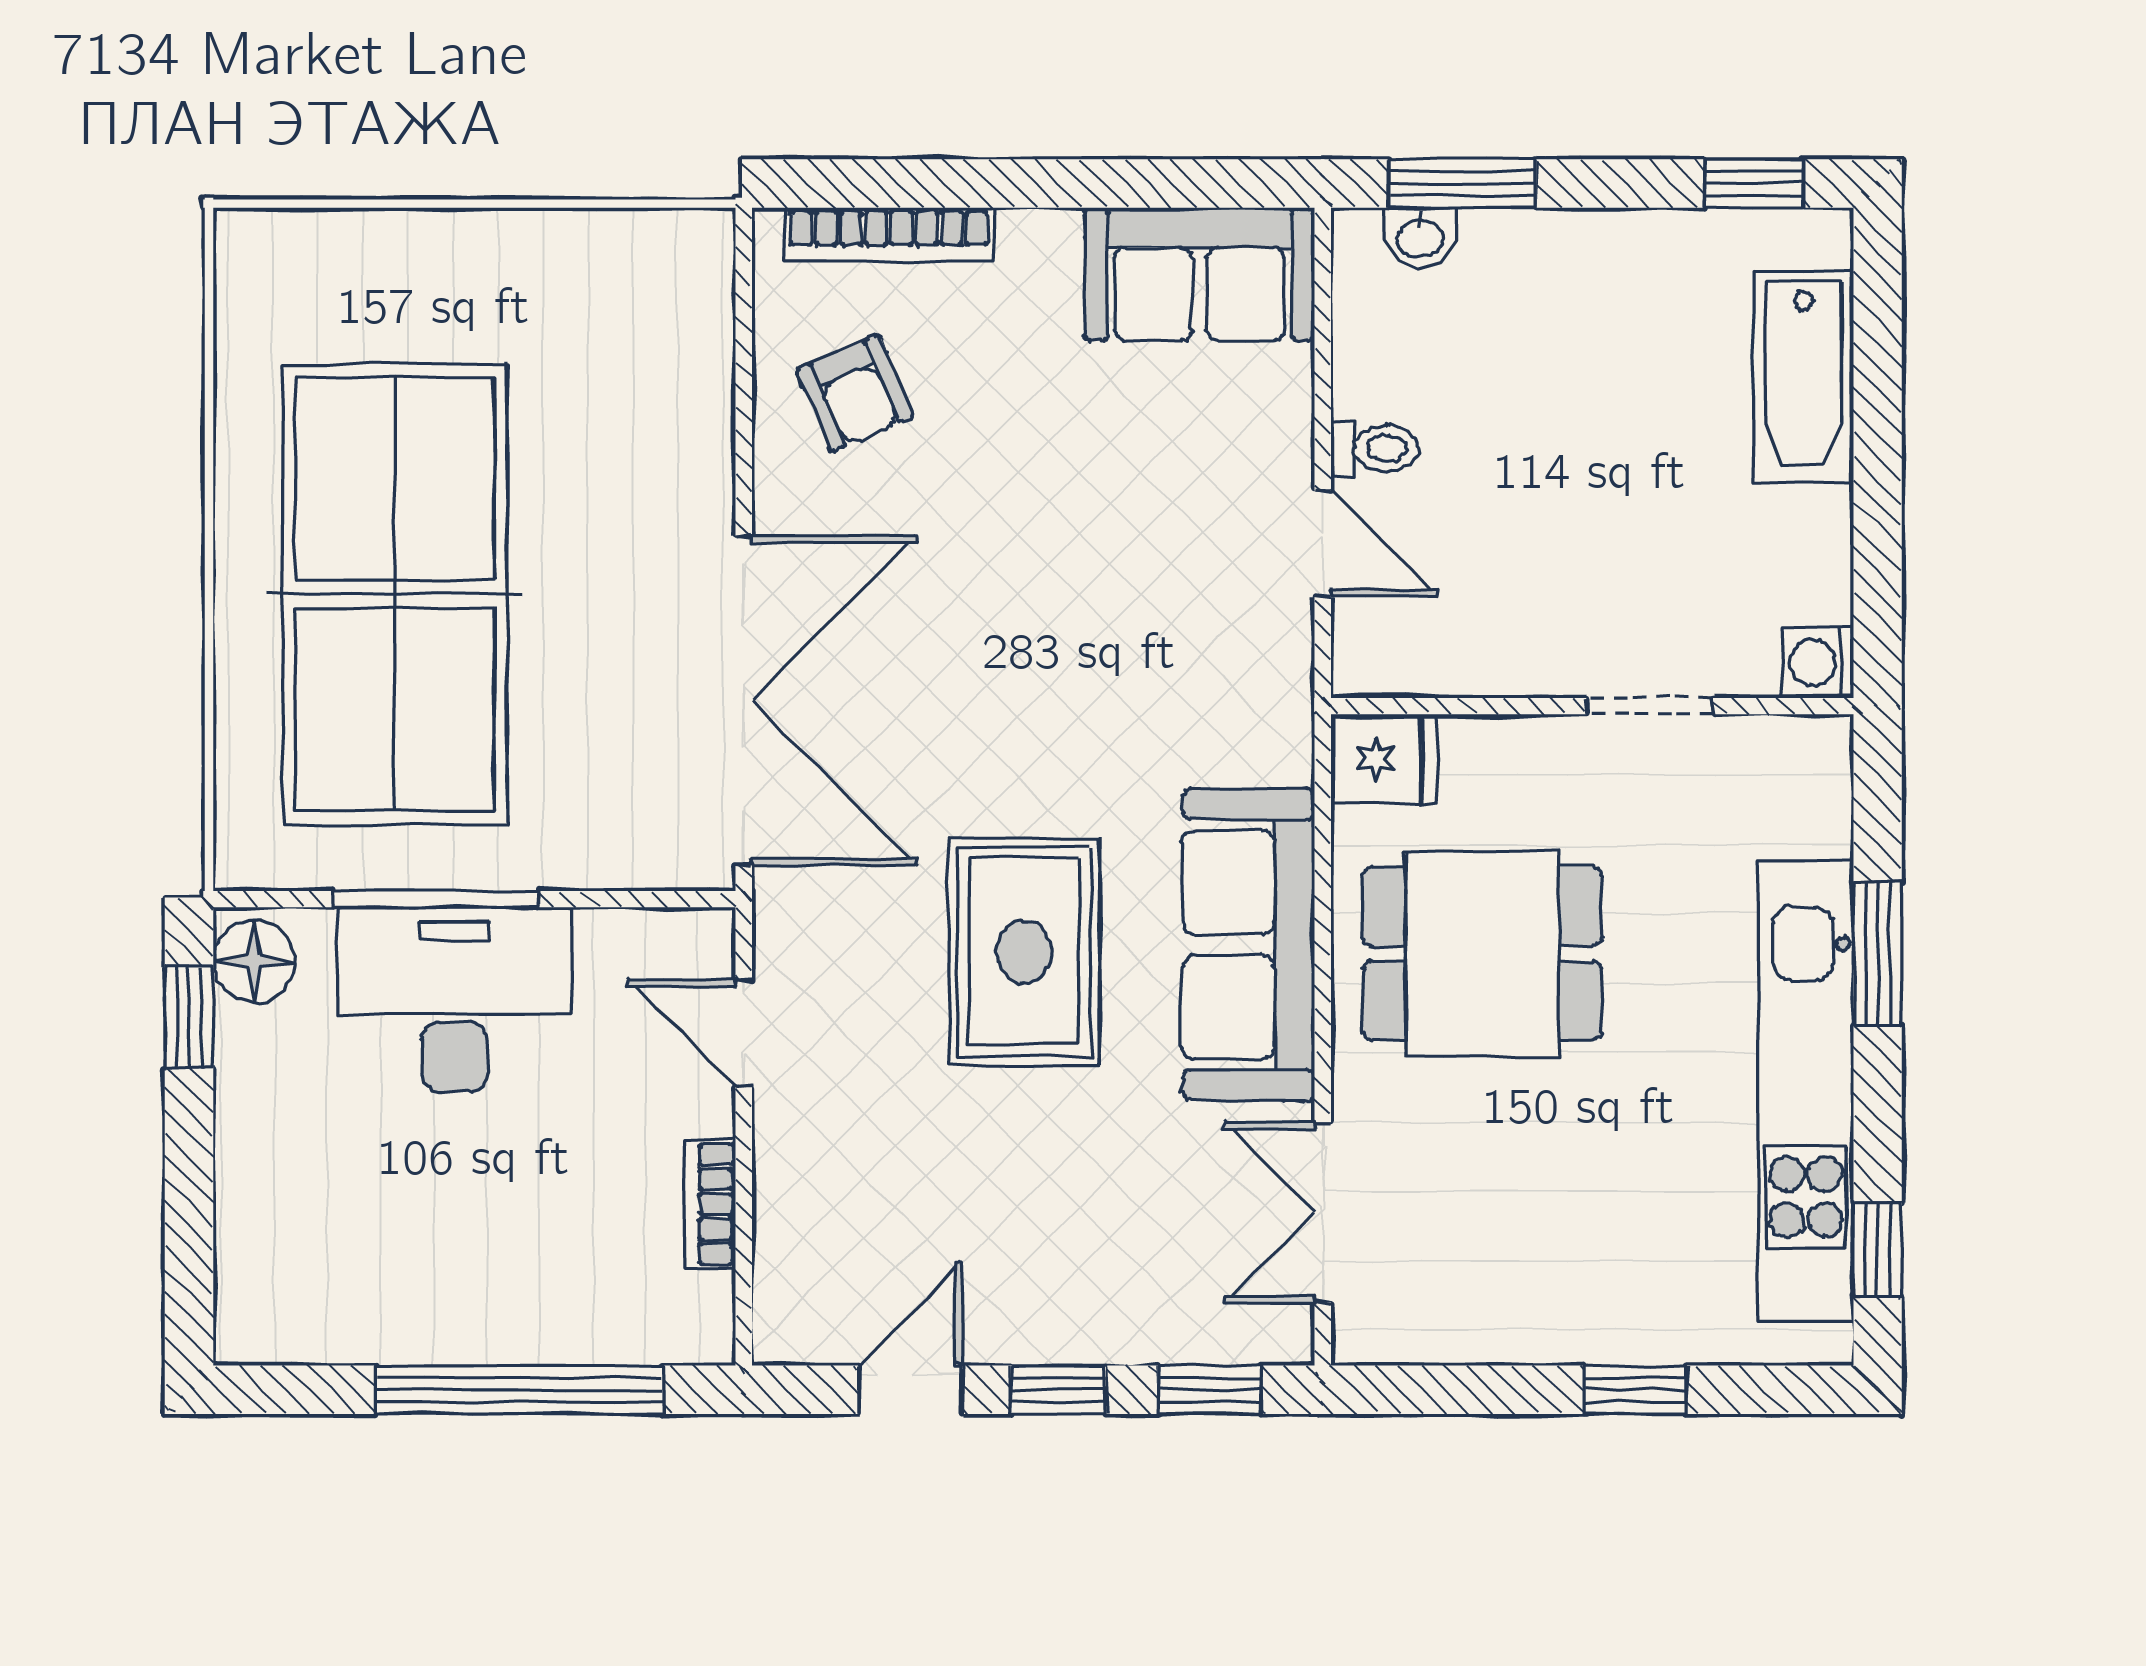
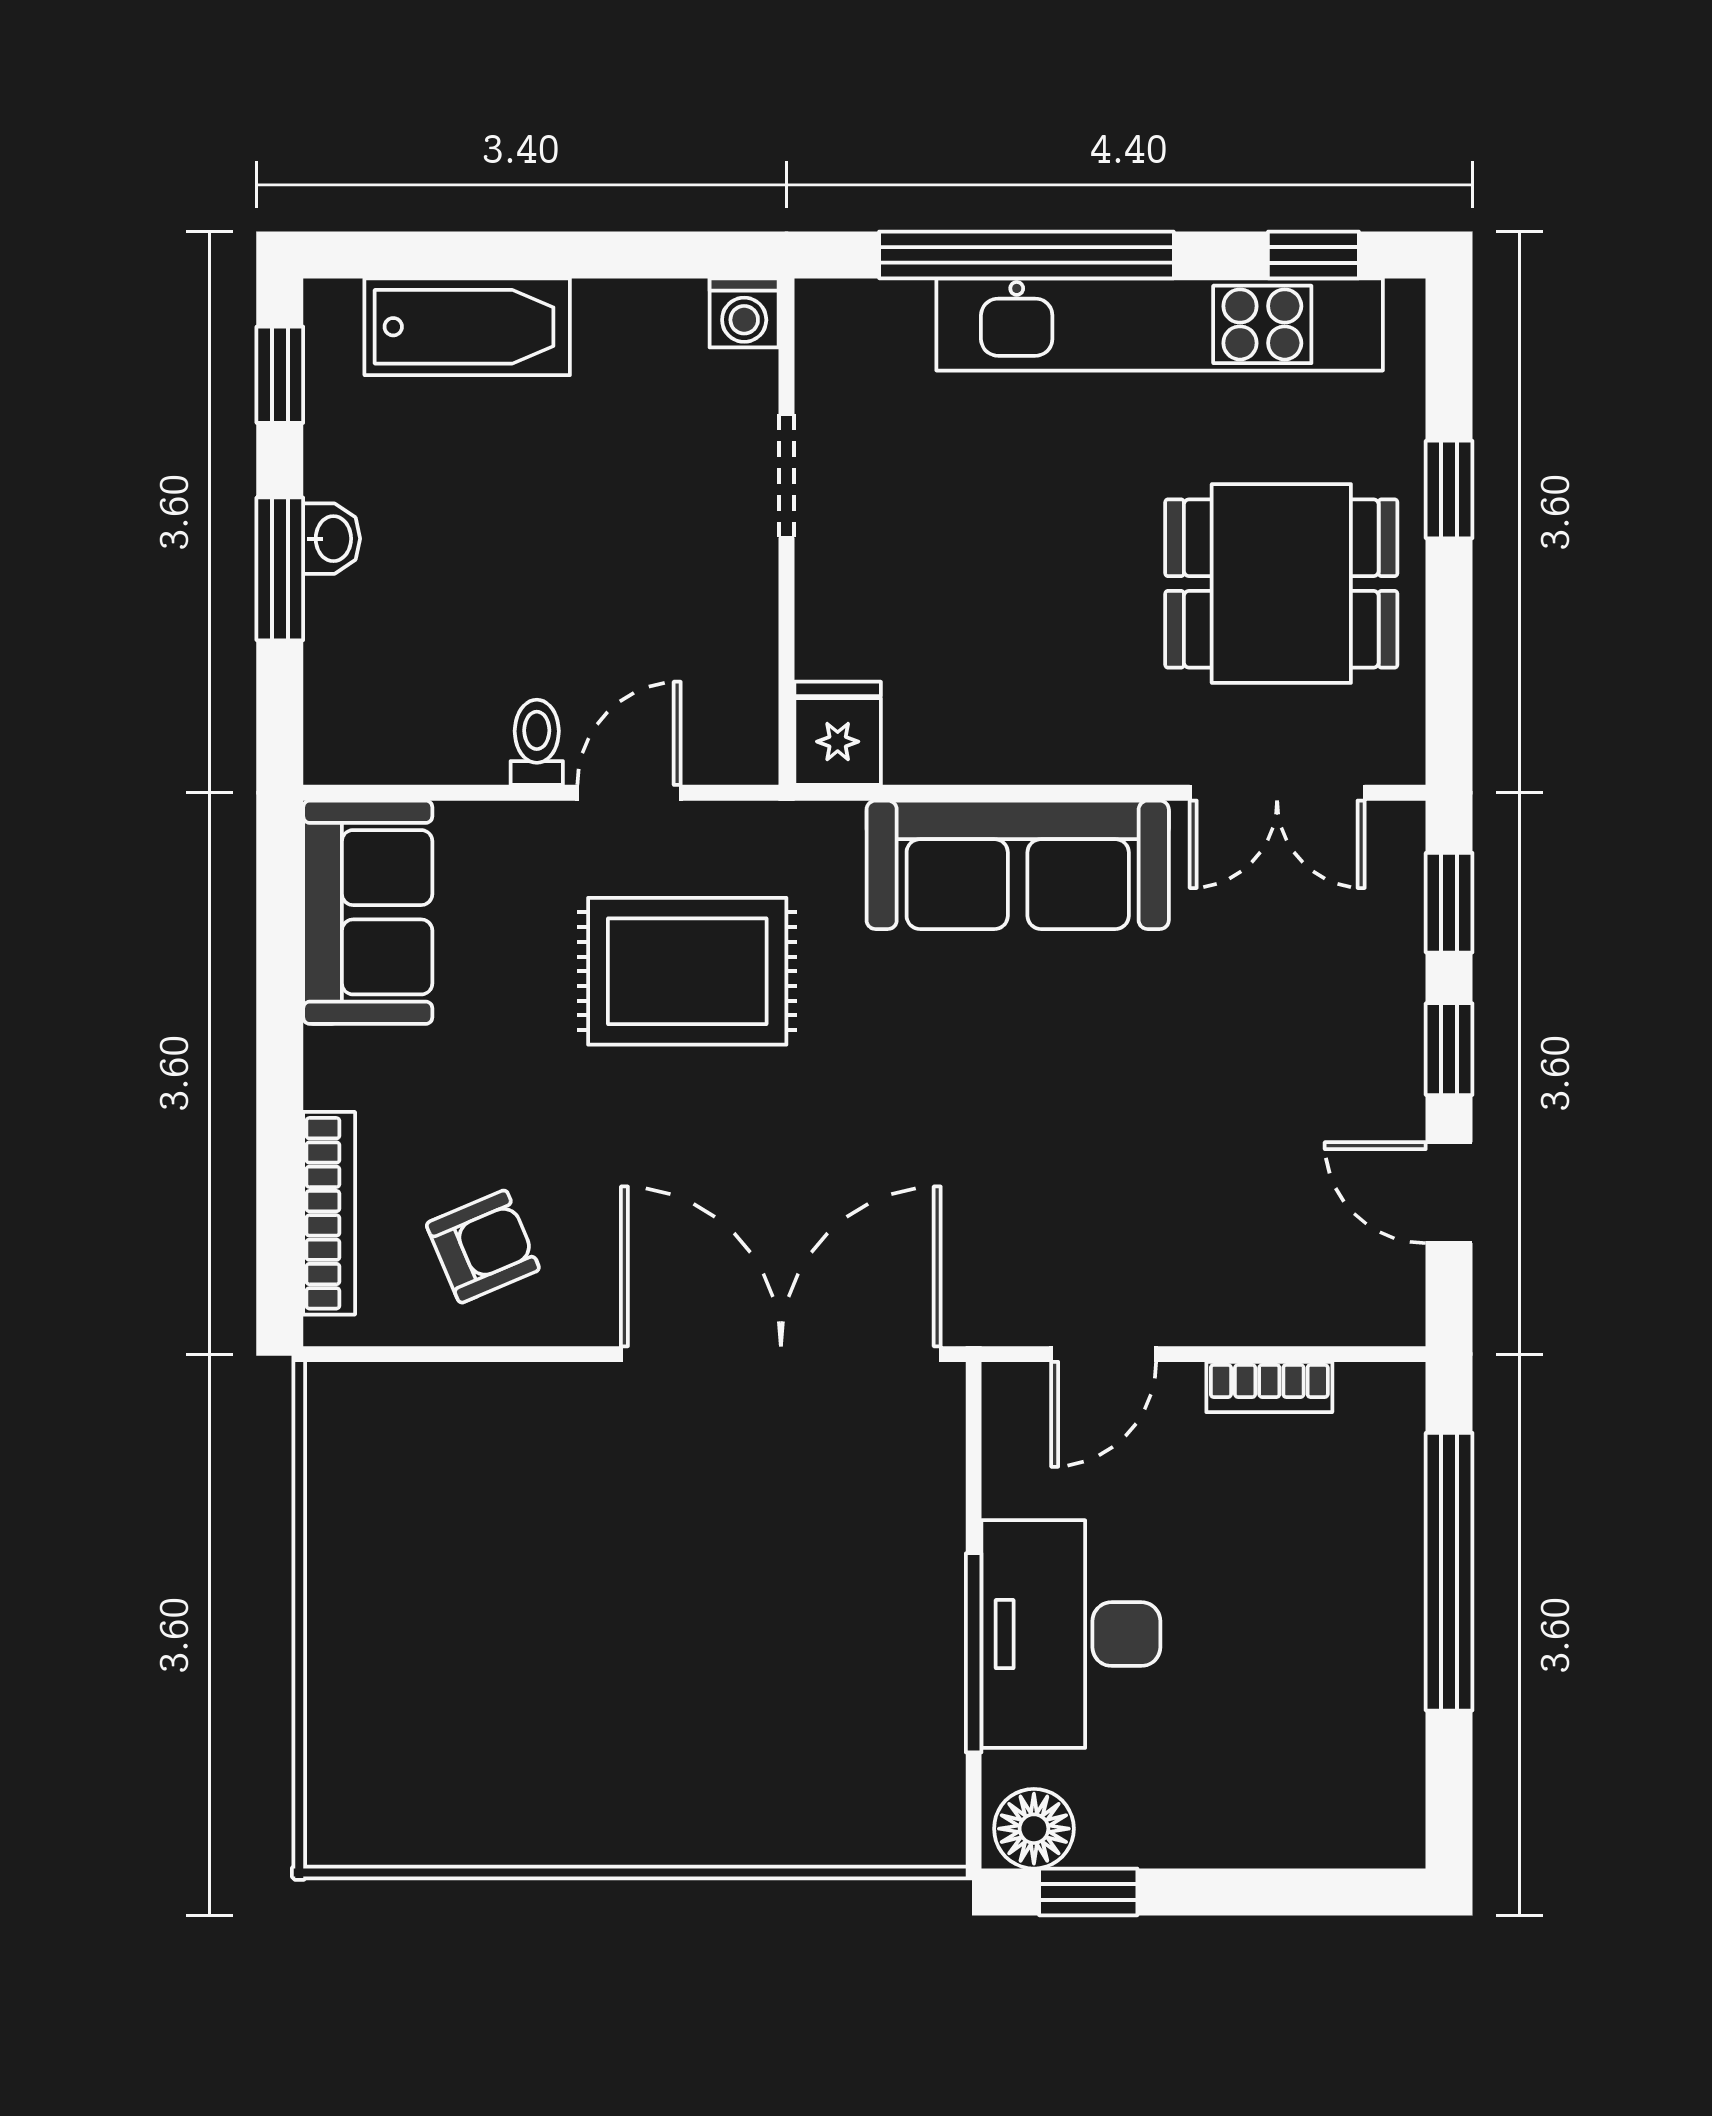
window: (1462, 183) -> (280, 569), moved
washbasin: (1420, 237) -> (332, 539), moved
table tennis table: (395, 594) -> (678, 1692), removed
rug: (1024, 952) -> (687, 971), moved
dining table: (1482, 954) -> (1281, 583), moved, turned 90
window: (1878, 954) -> (1026, 255), width x2.11

